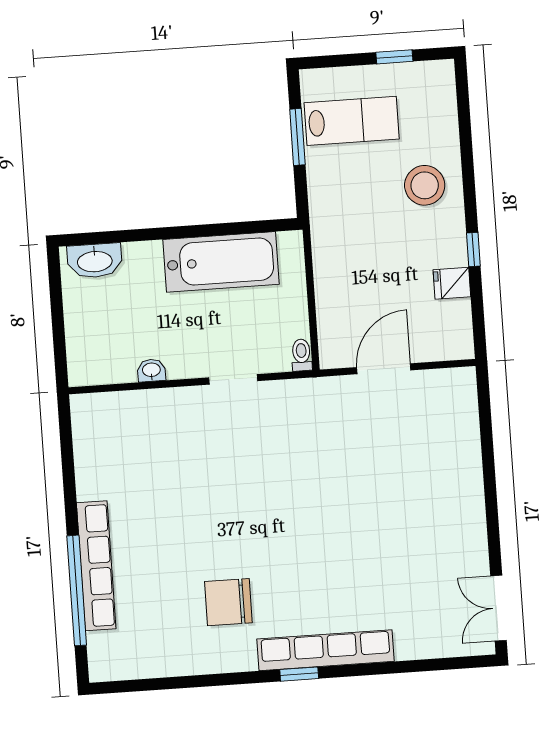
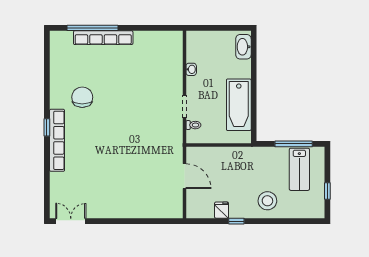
window: (297, 137) -> (294, 144), width x1.44
toilet: (301, 355) -> (193, 125), moved

